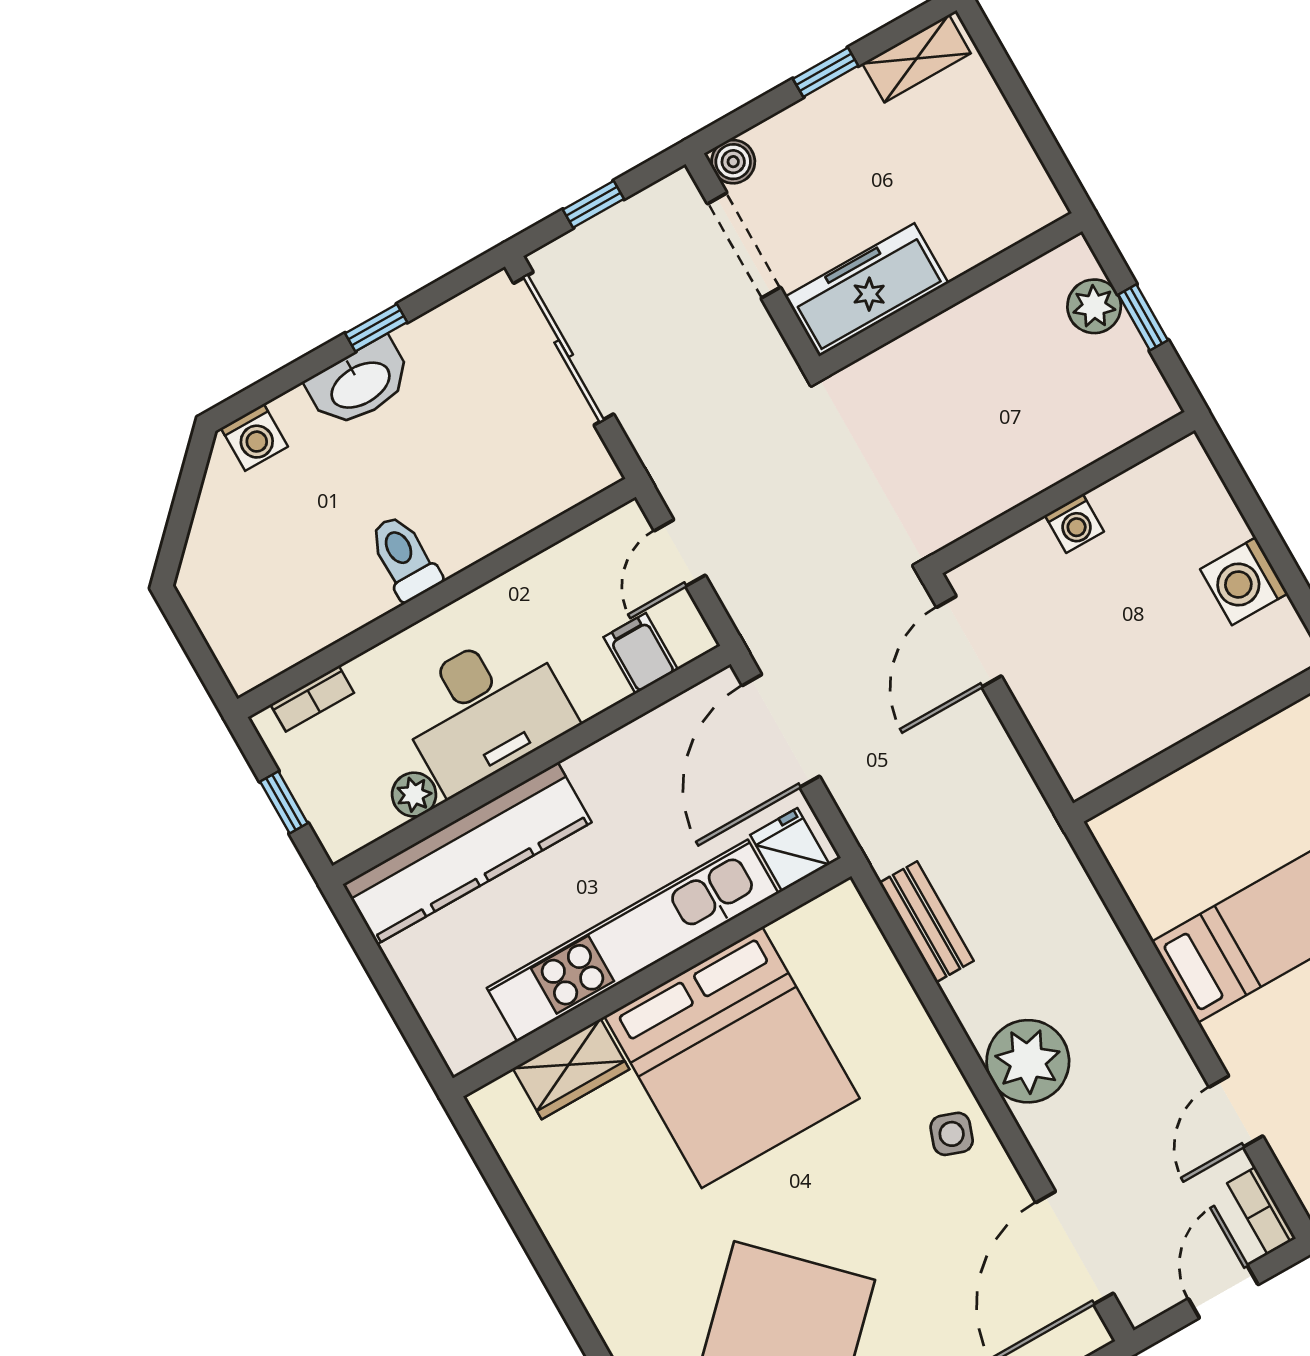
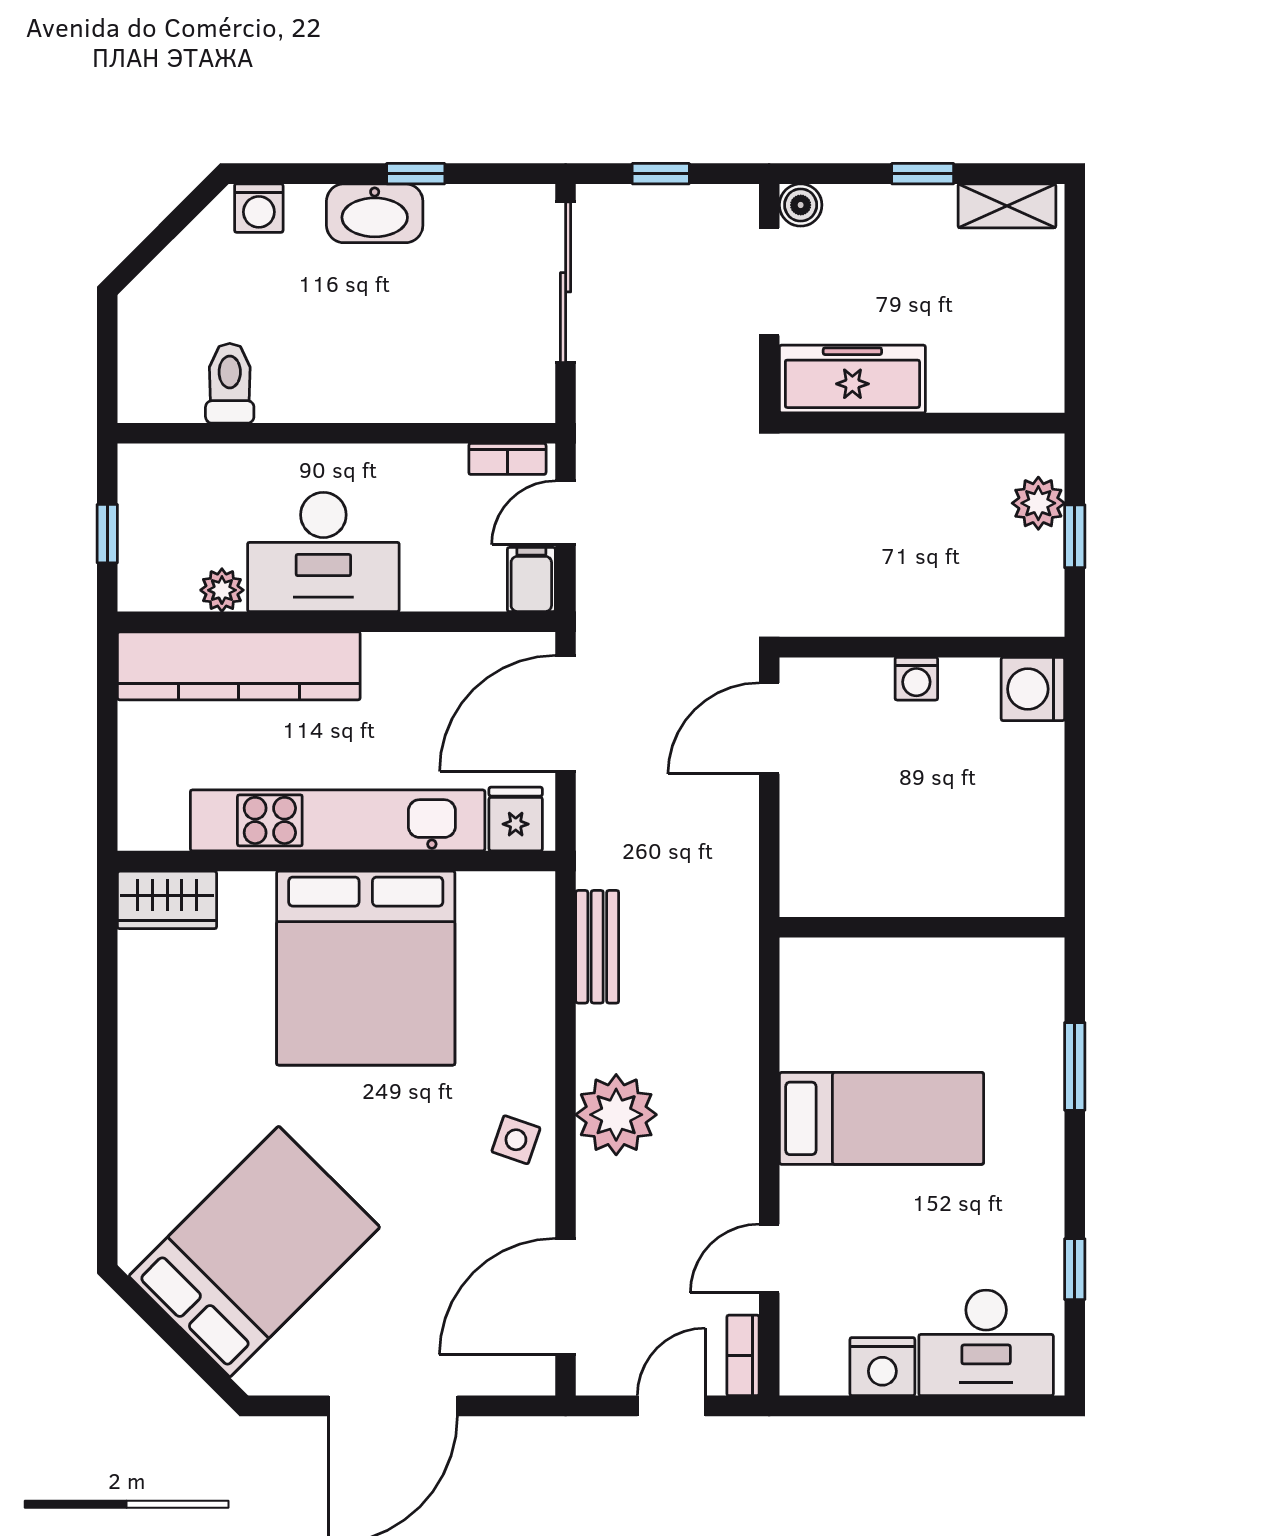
toilet: (404, 558) -> (230, 383), moved
washing machine: (1244, 581) -> (1033, 689), moved
filing cabinet: (641, 653) -> (531, 579), moved
bookcase: (312, 699) -> (507, 459), moved
wardrobe: (571, 1069) -> (167, 900), moved

